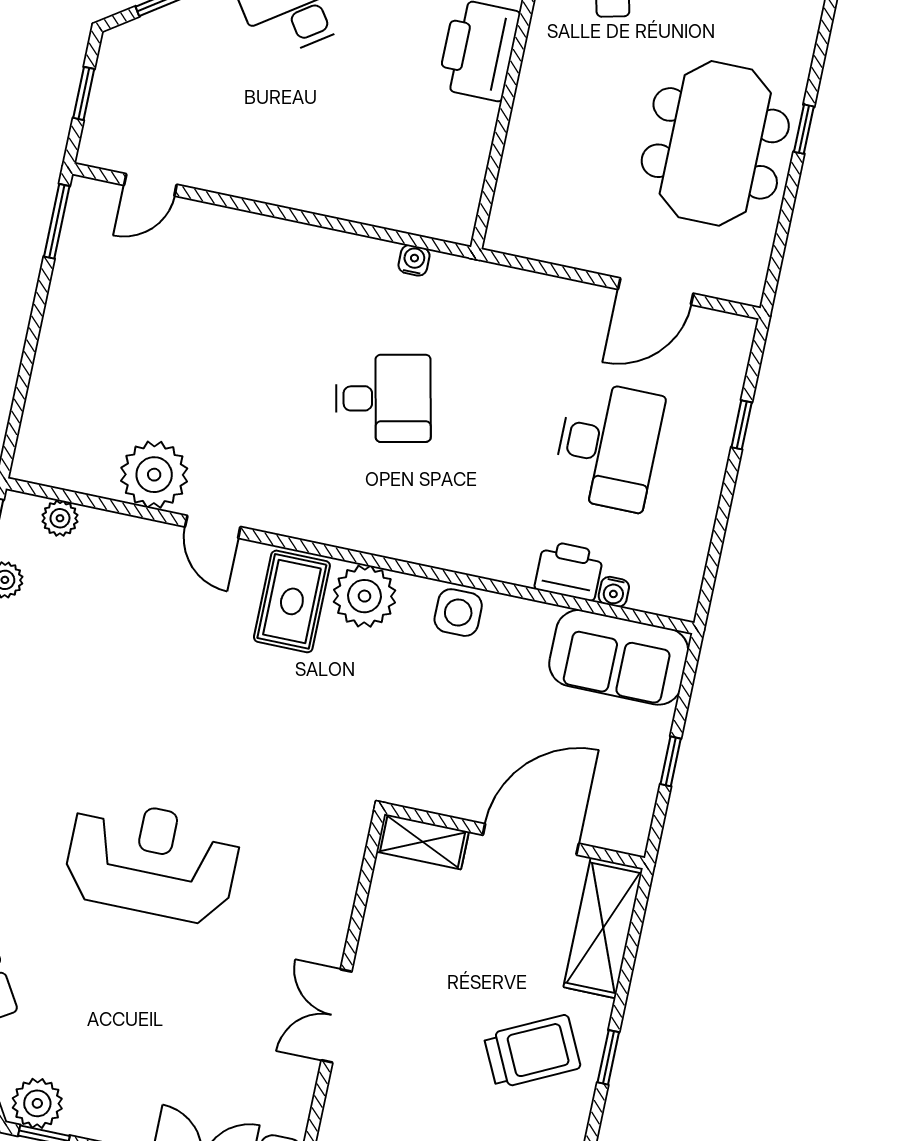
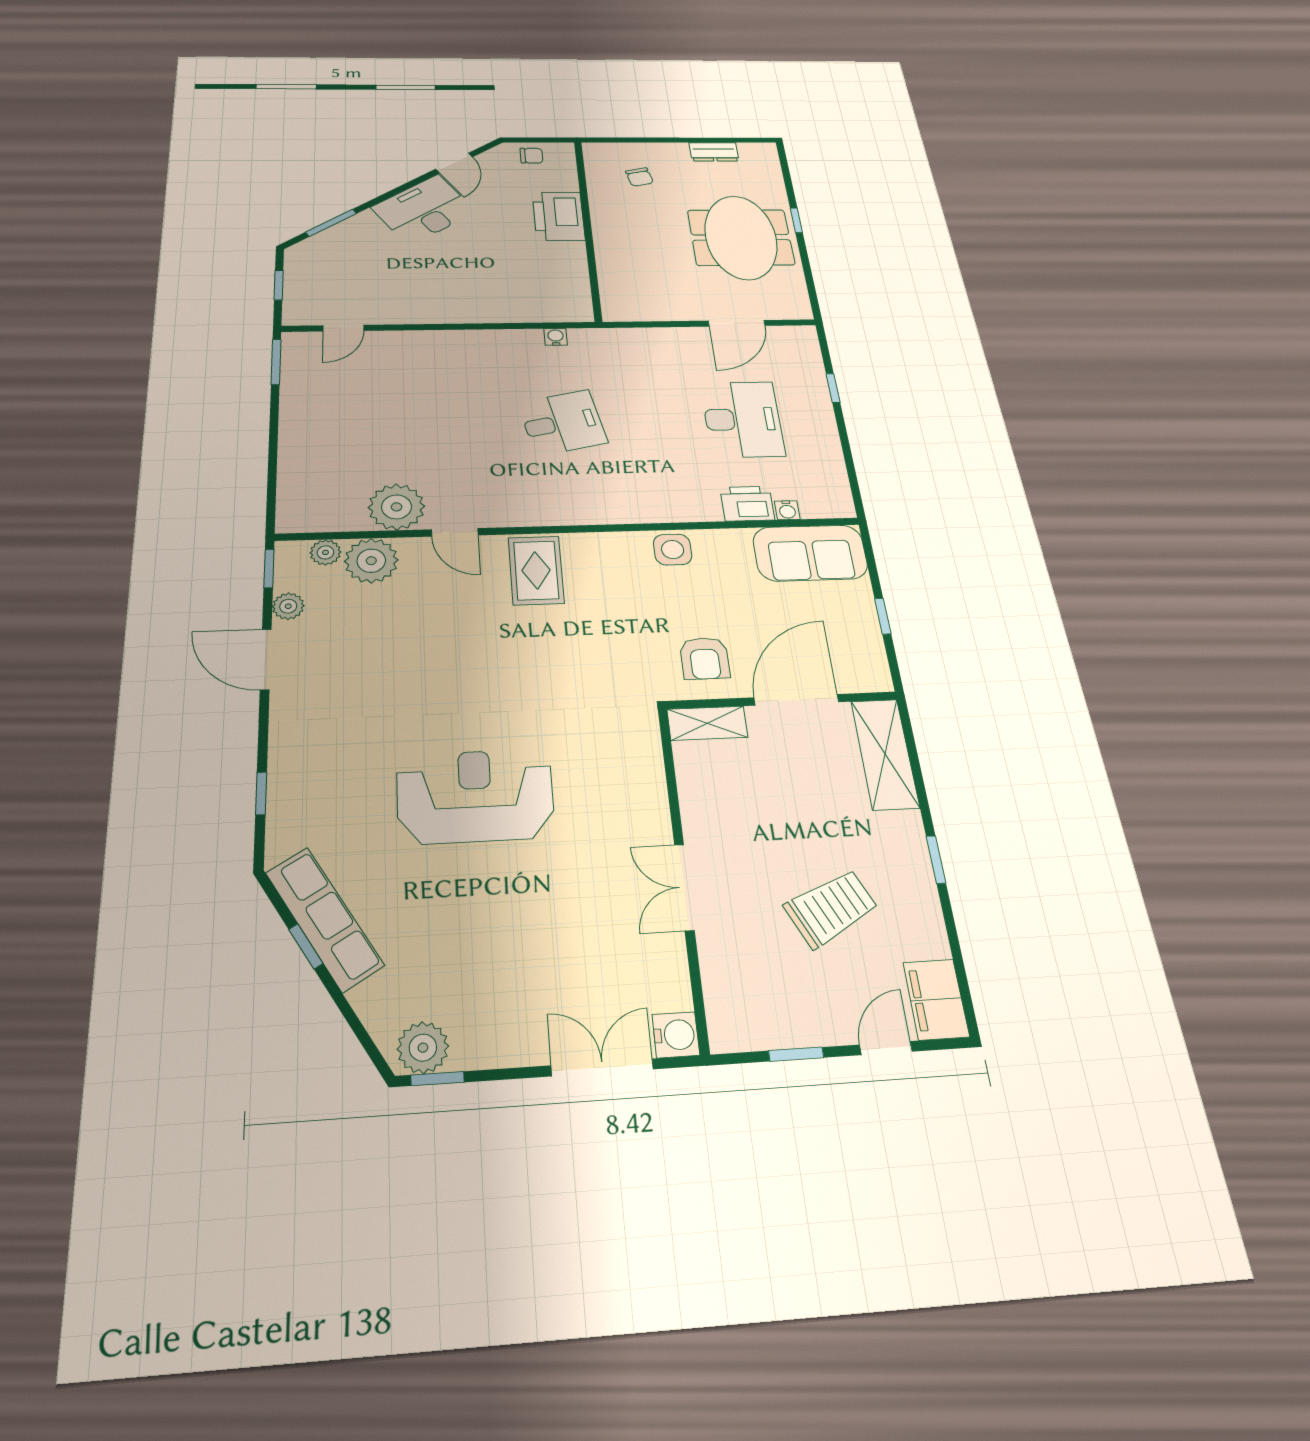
plant: (364, 596) -> (371, 561), moved
armchair: (447, 763) -> (705, 658), added
trolley: (532, 1052) -> (831, 908), moved

